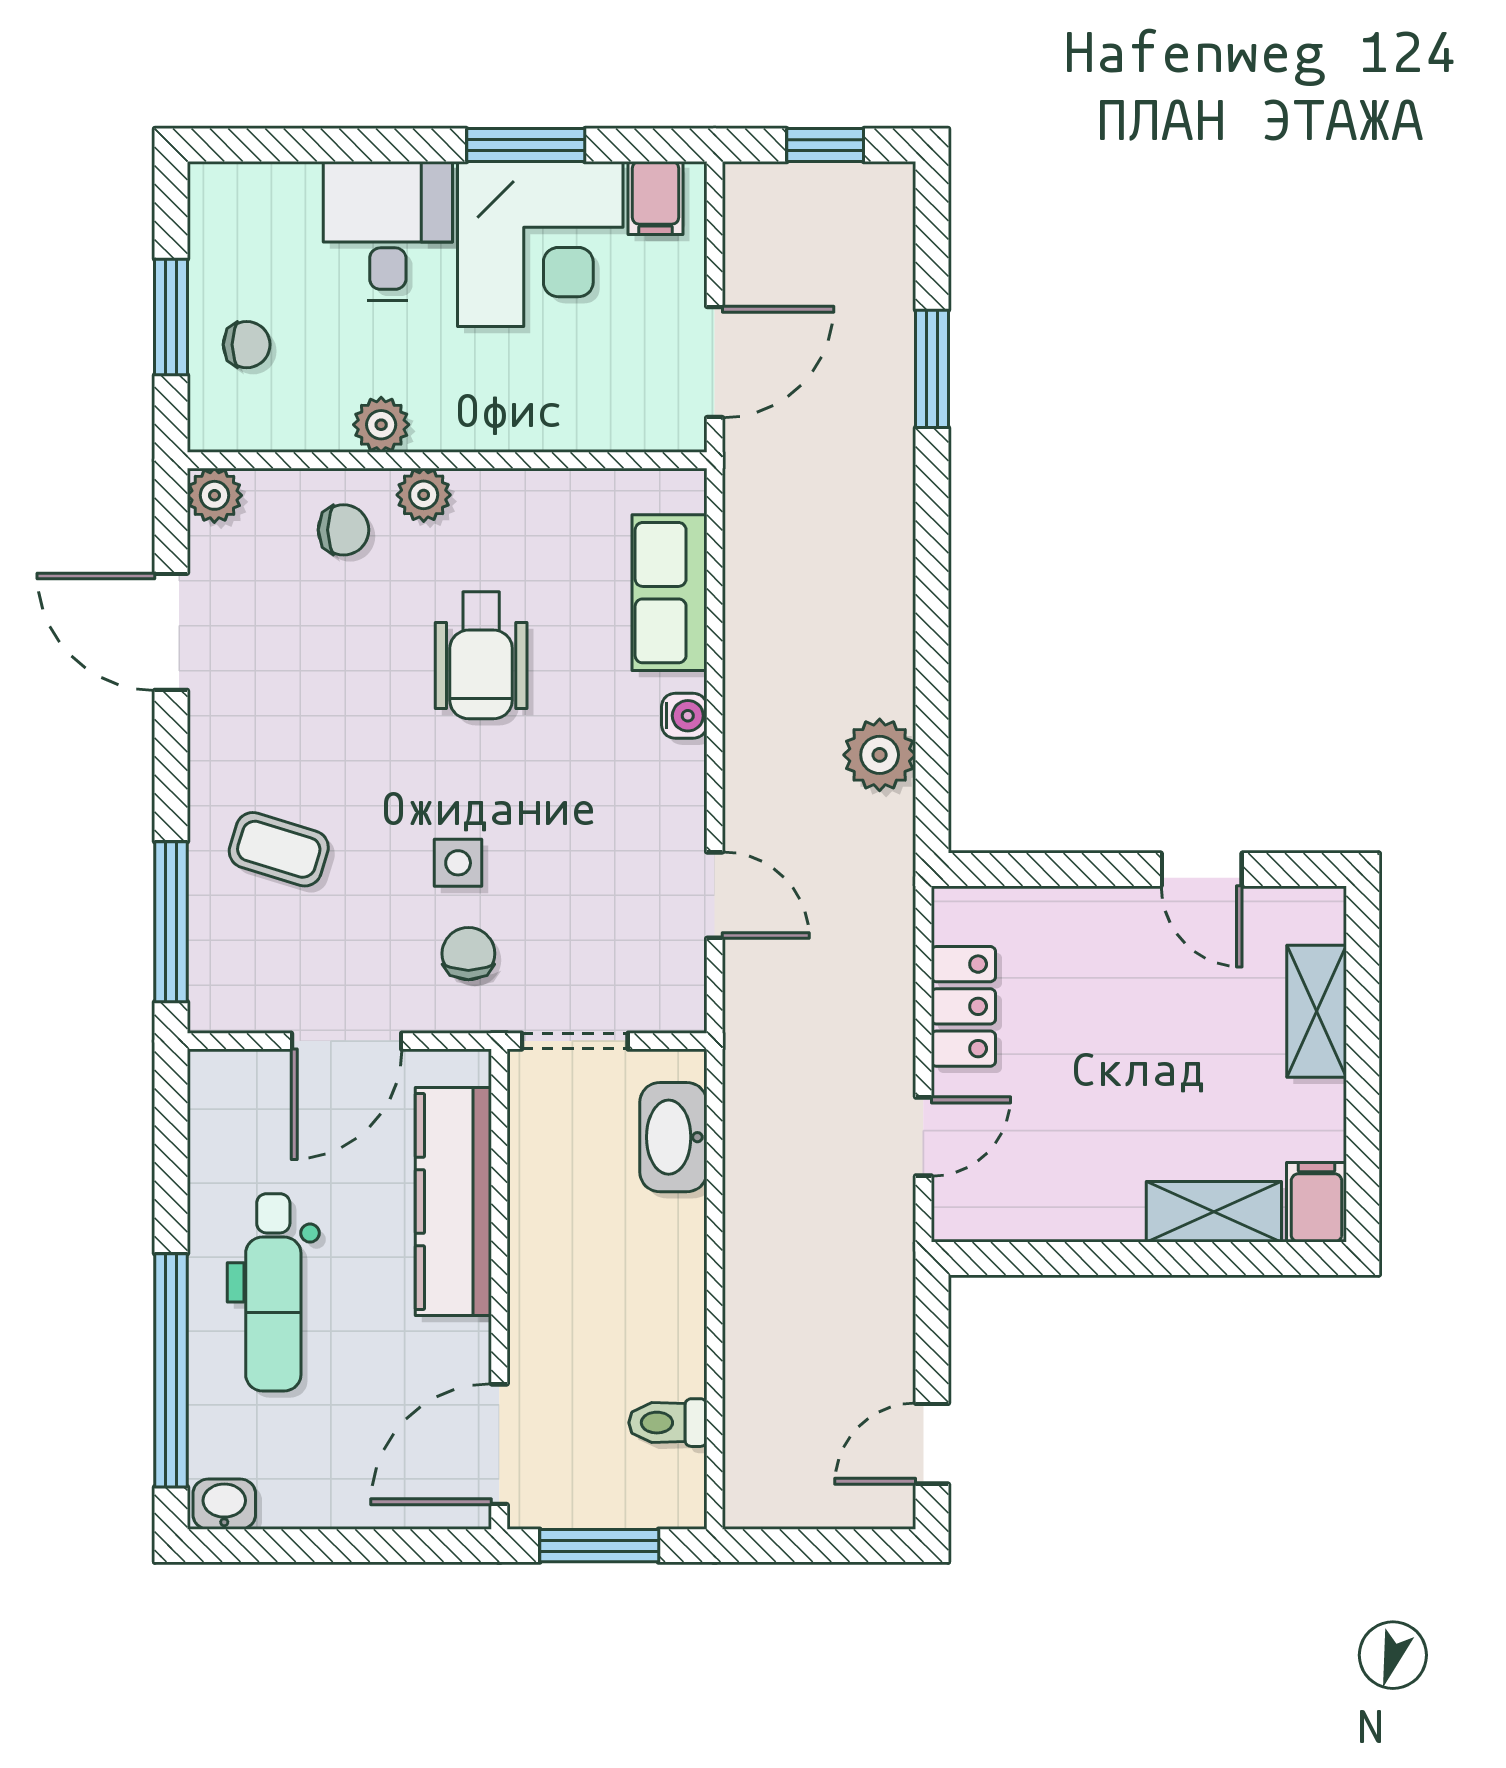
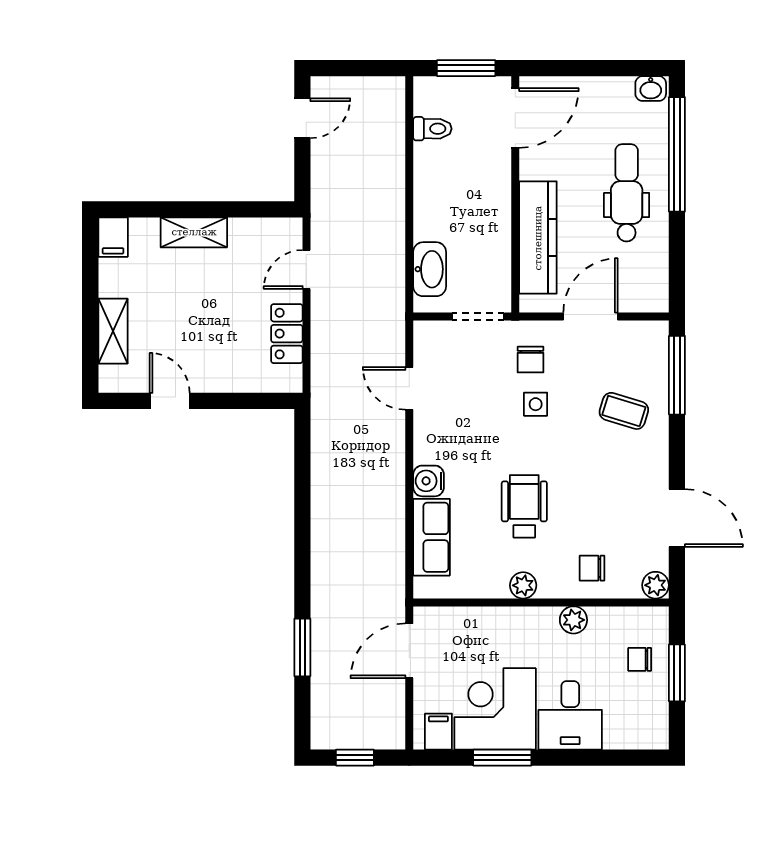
plant: (424, 495) -> (523, 585), moved
water cooler: (684, 716) -> (429, 481), width x1.38, depth x1.38
plant: (880, 755) -> (328, 457), removed
shelving: (1214, 1212) -> (194, 232), moved

